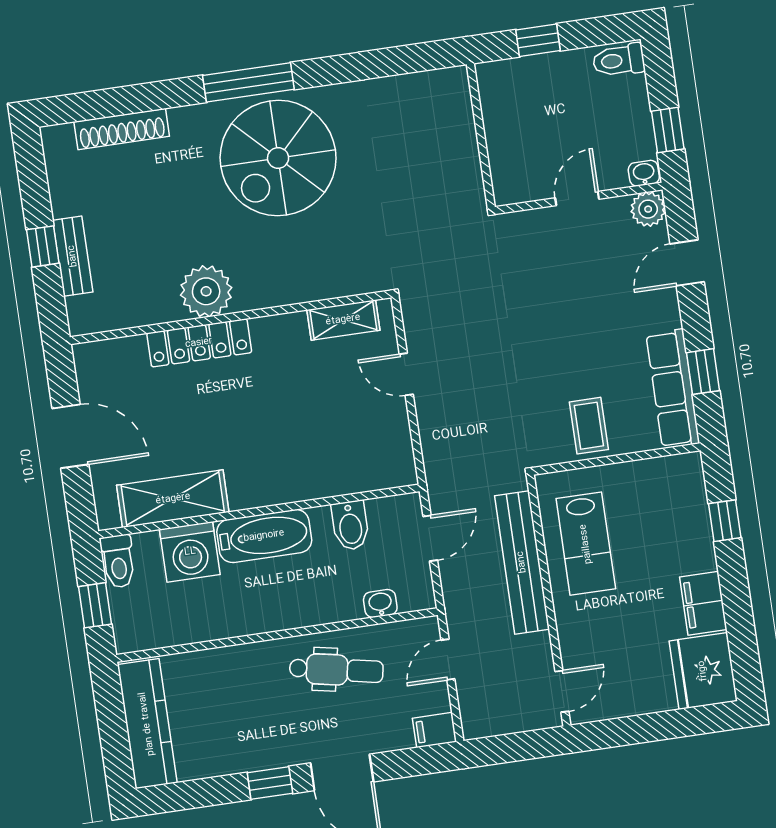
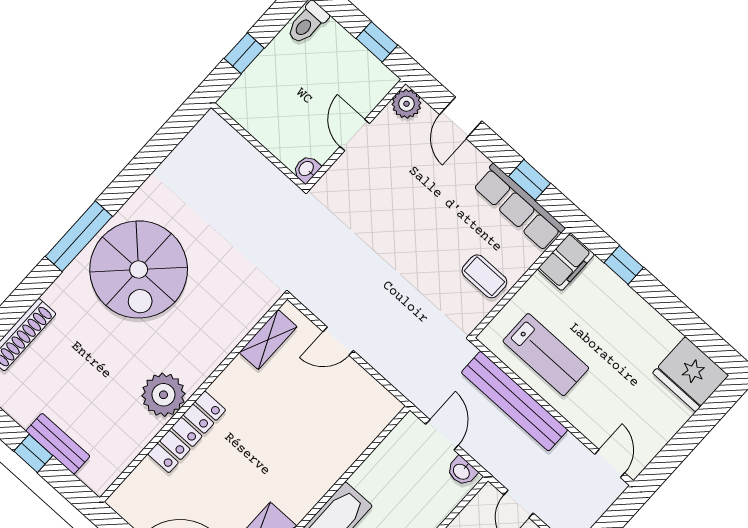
washbasin: (644, 173) -> (307, 169), moved
bidet: (350, 525) -> (383, 469), removed
washbasin: (380, 603) -> (462, 471), moved, turned -90
filing cabinet: (703, 603) -> (566, 262), moved, turned -90

